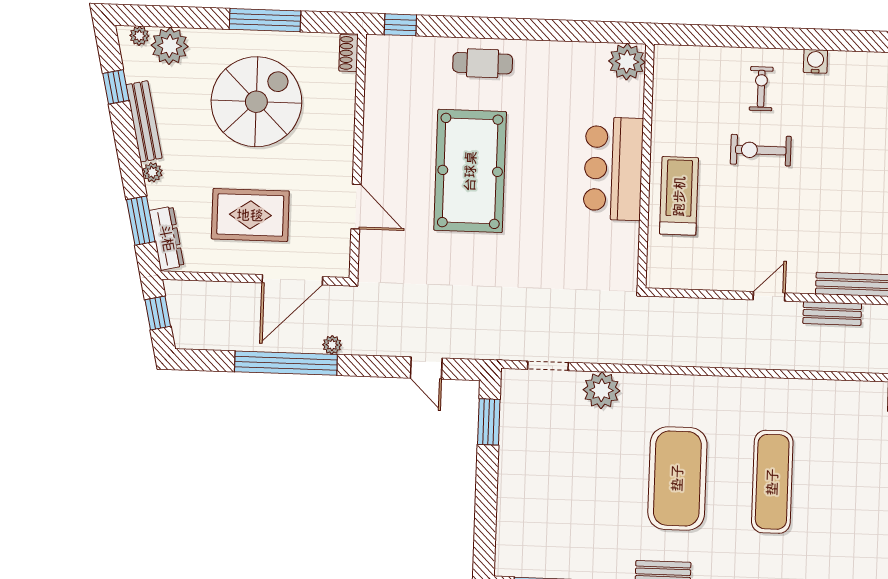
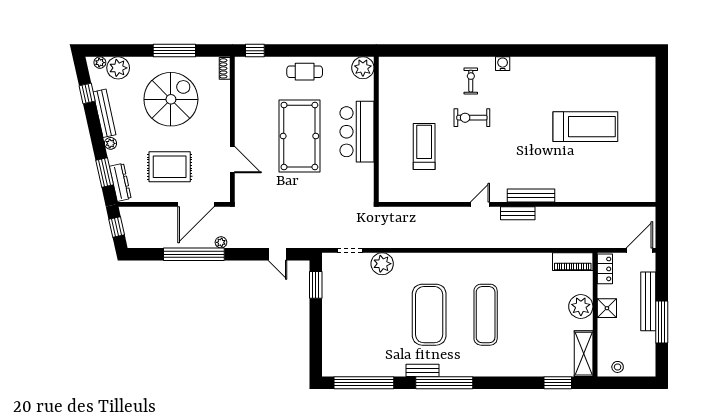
plant: (627, 62) -> (363, 68), moved
wall: (646, 166) -> (376, 129), moved
bar counter: (613, 169) -> (357, 132), moved

